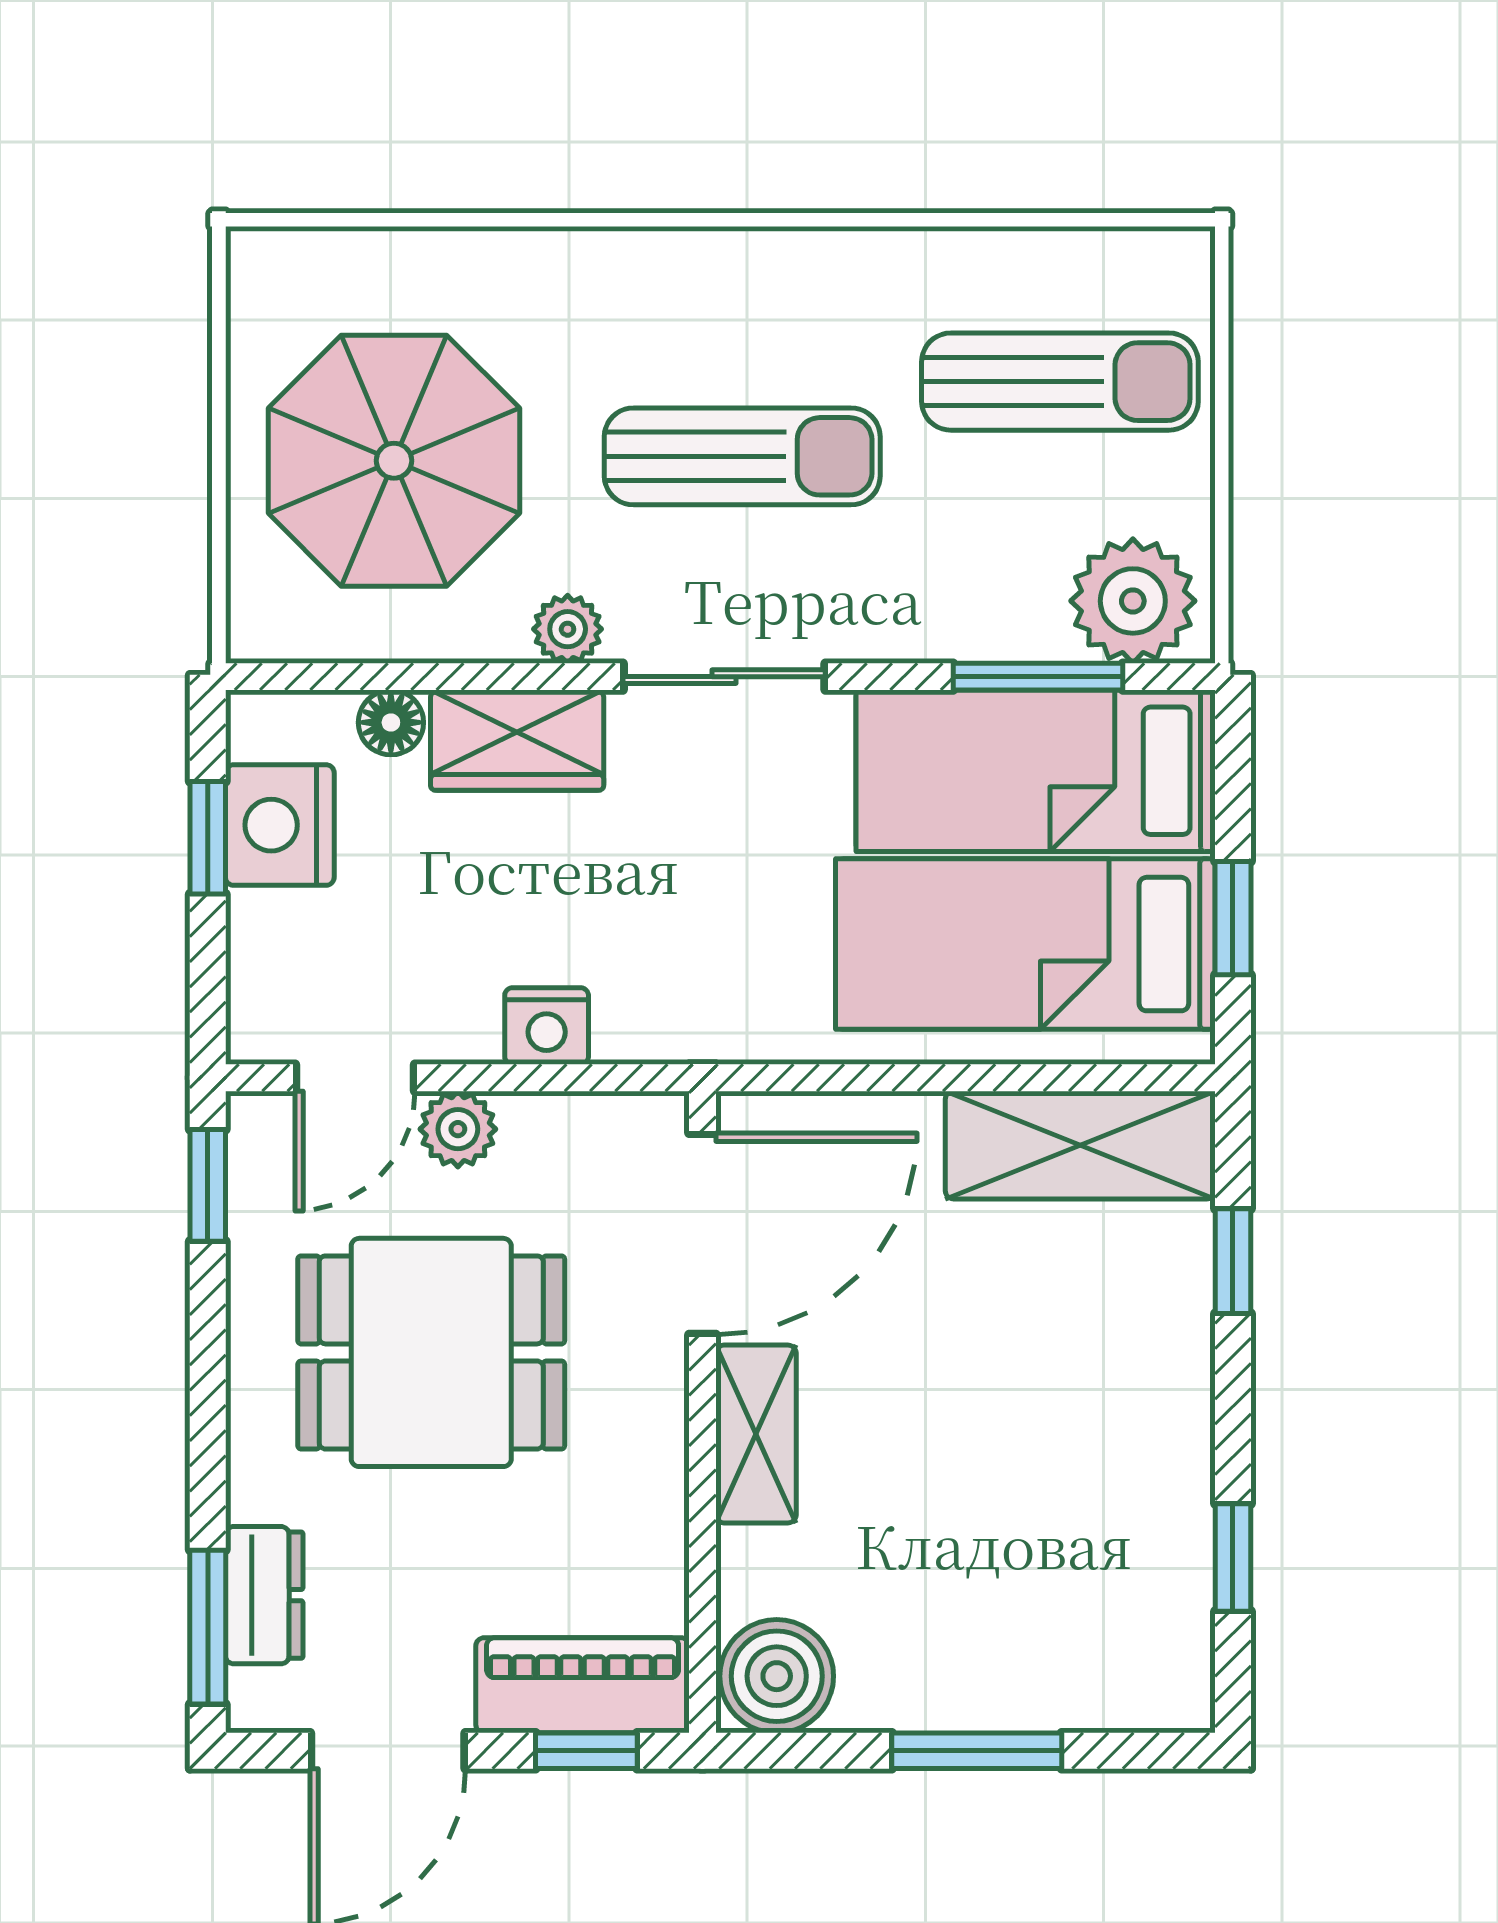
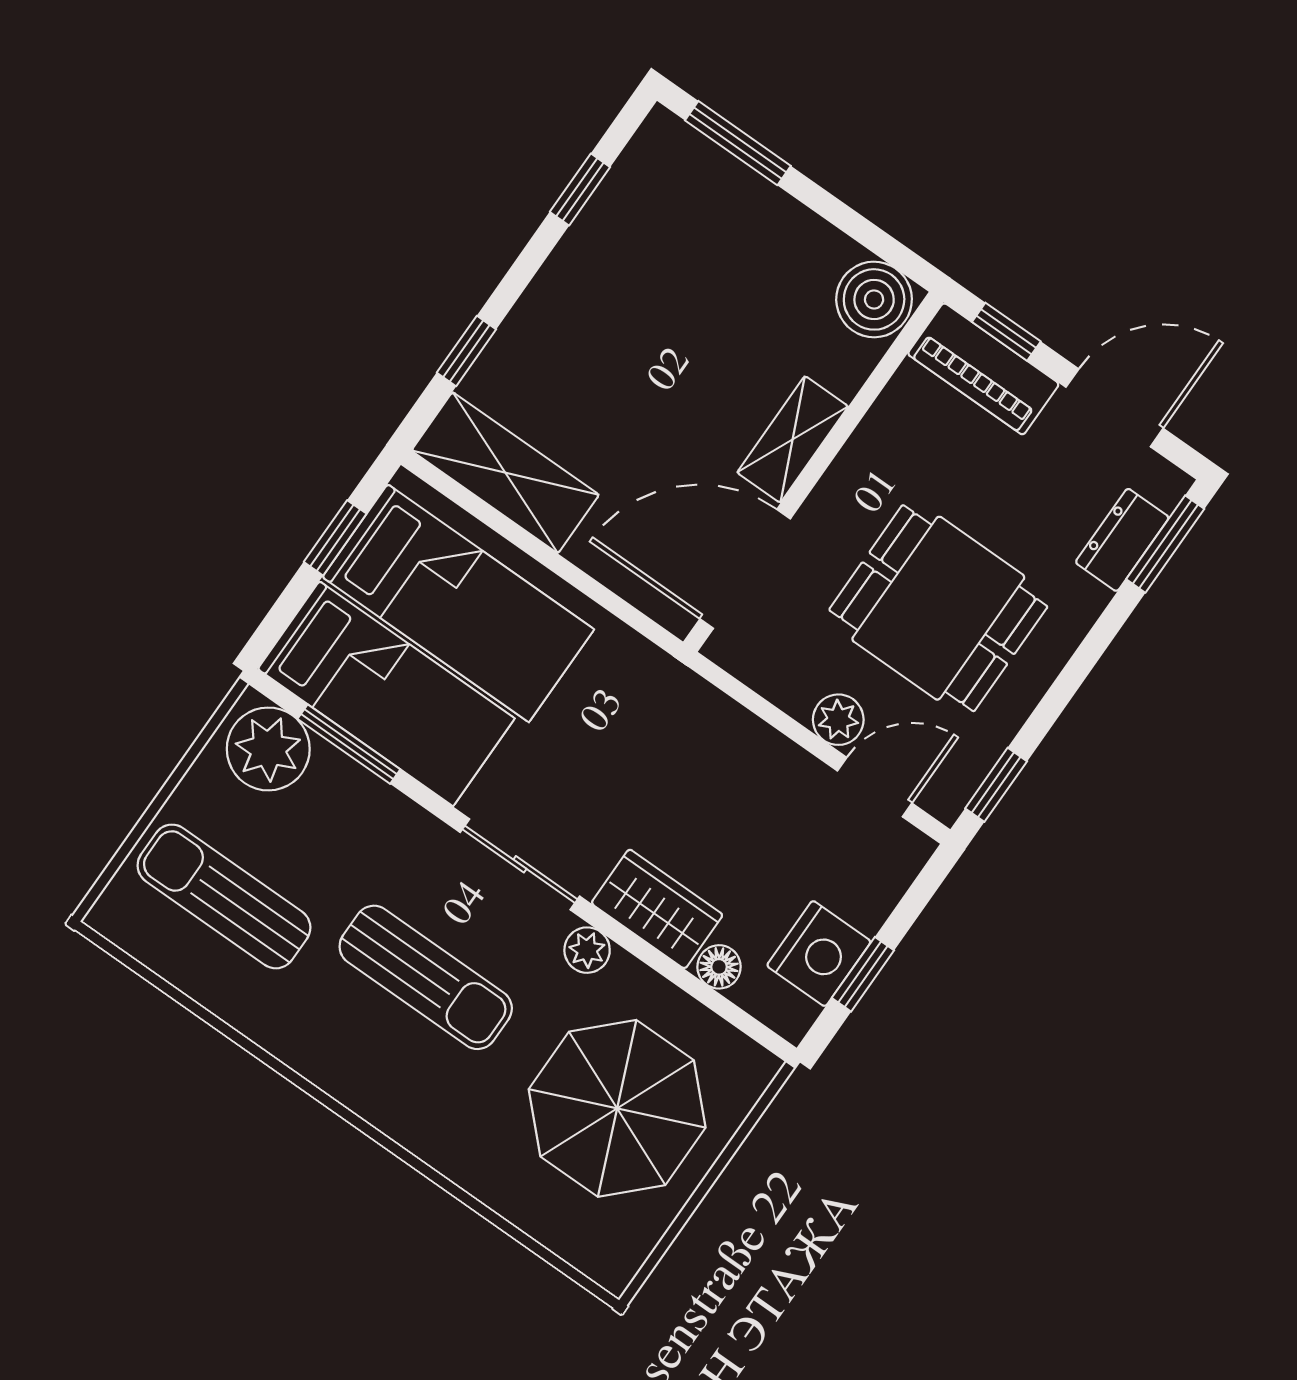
sun lounger: (742, 456) -> (426, 977), turned 180
nightstand: (547, 1026) -> (750, 742), removed
window: (977, 1751) -> (738, 143), moved

